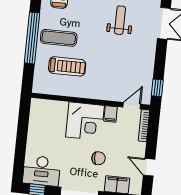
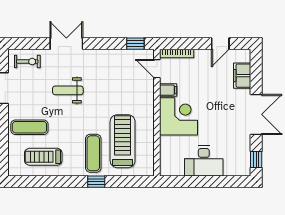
window: (32, 38) -> (96, 182), width x0.32
treadmill: (67, 66) -> (123, 141), width x1.37, depth x1.38
chair: (99, 158) -> (216, 98), removed
desk: (42, 171) -> (204, 161), moved, turned 90

